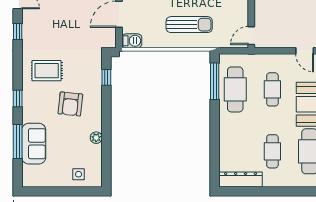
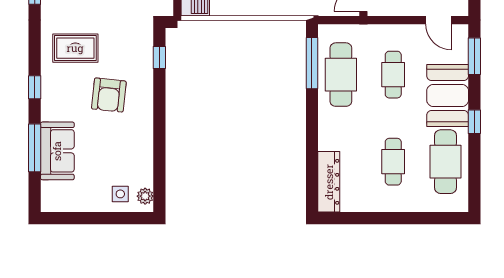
plant: (96, 138) -> (145, 196), moved
dresser: (241, 180) -> (329, 182), moved, turned 90

